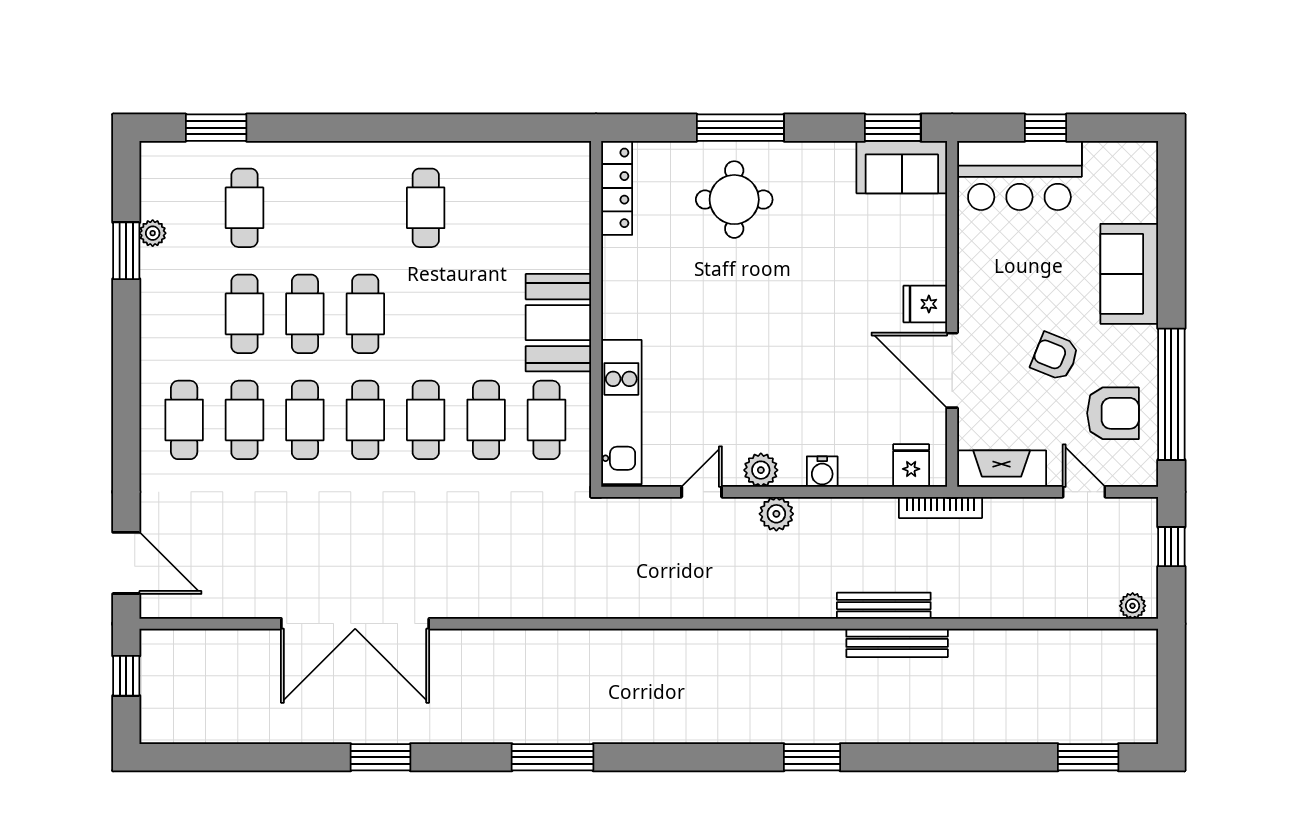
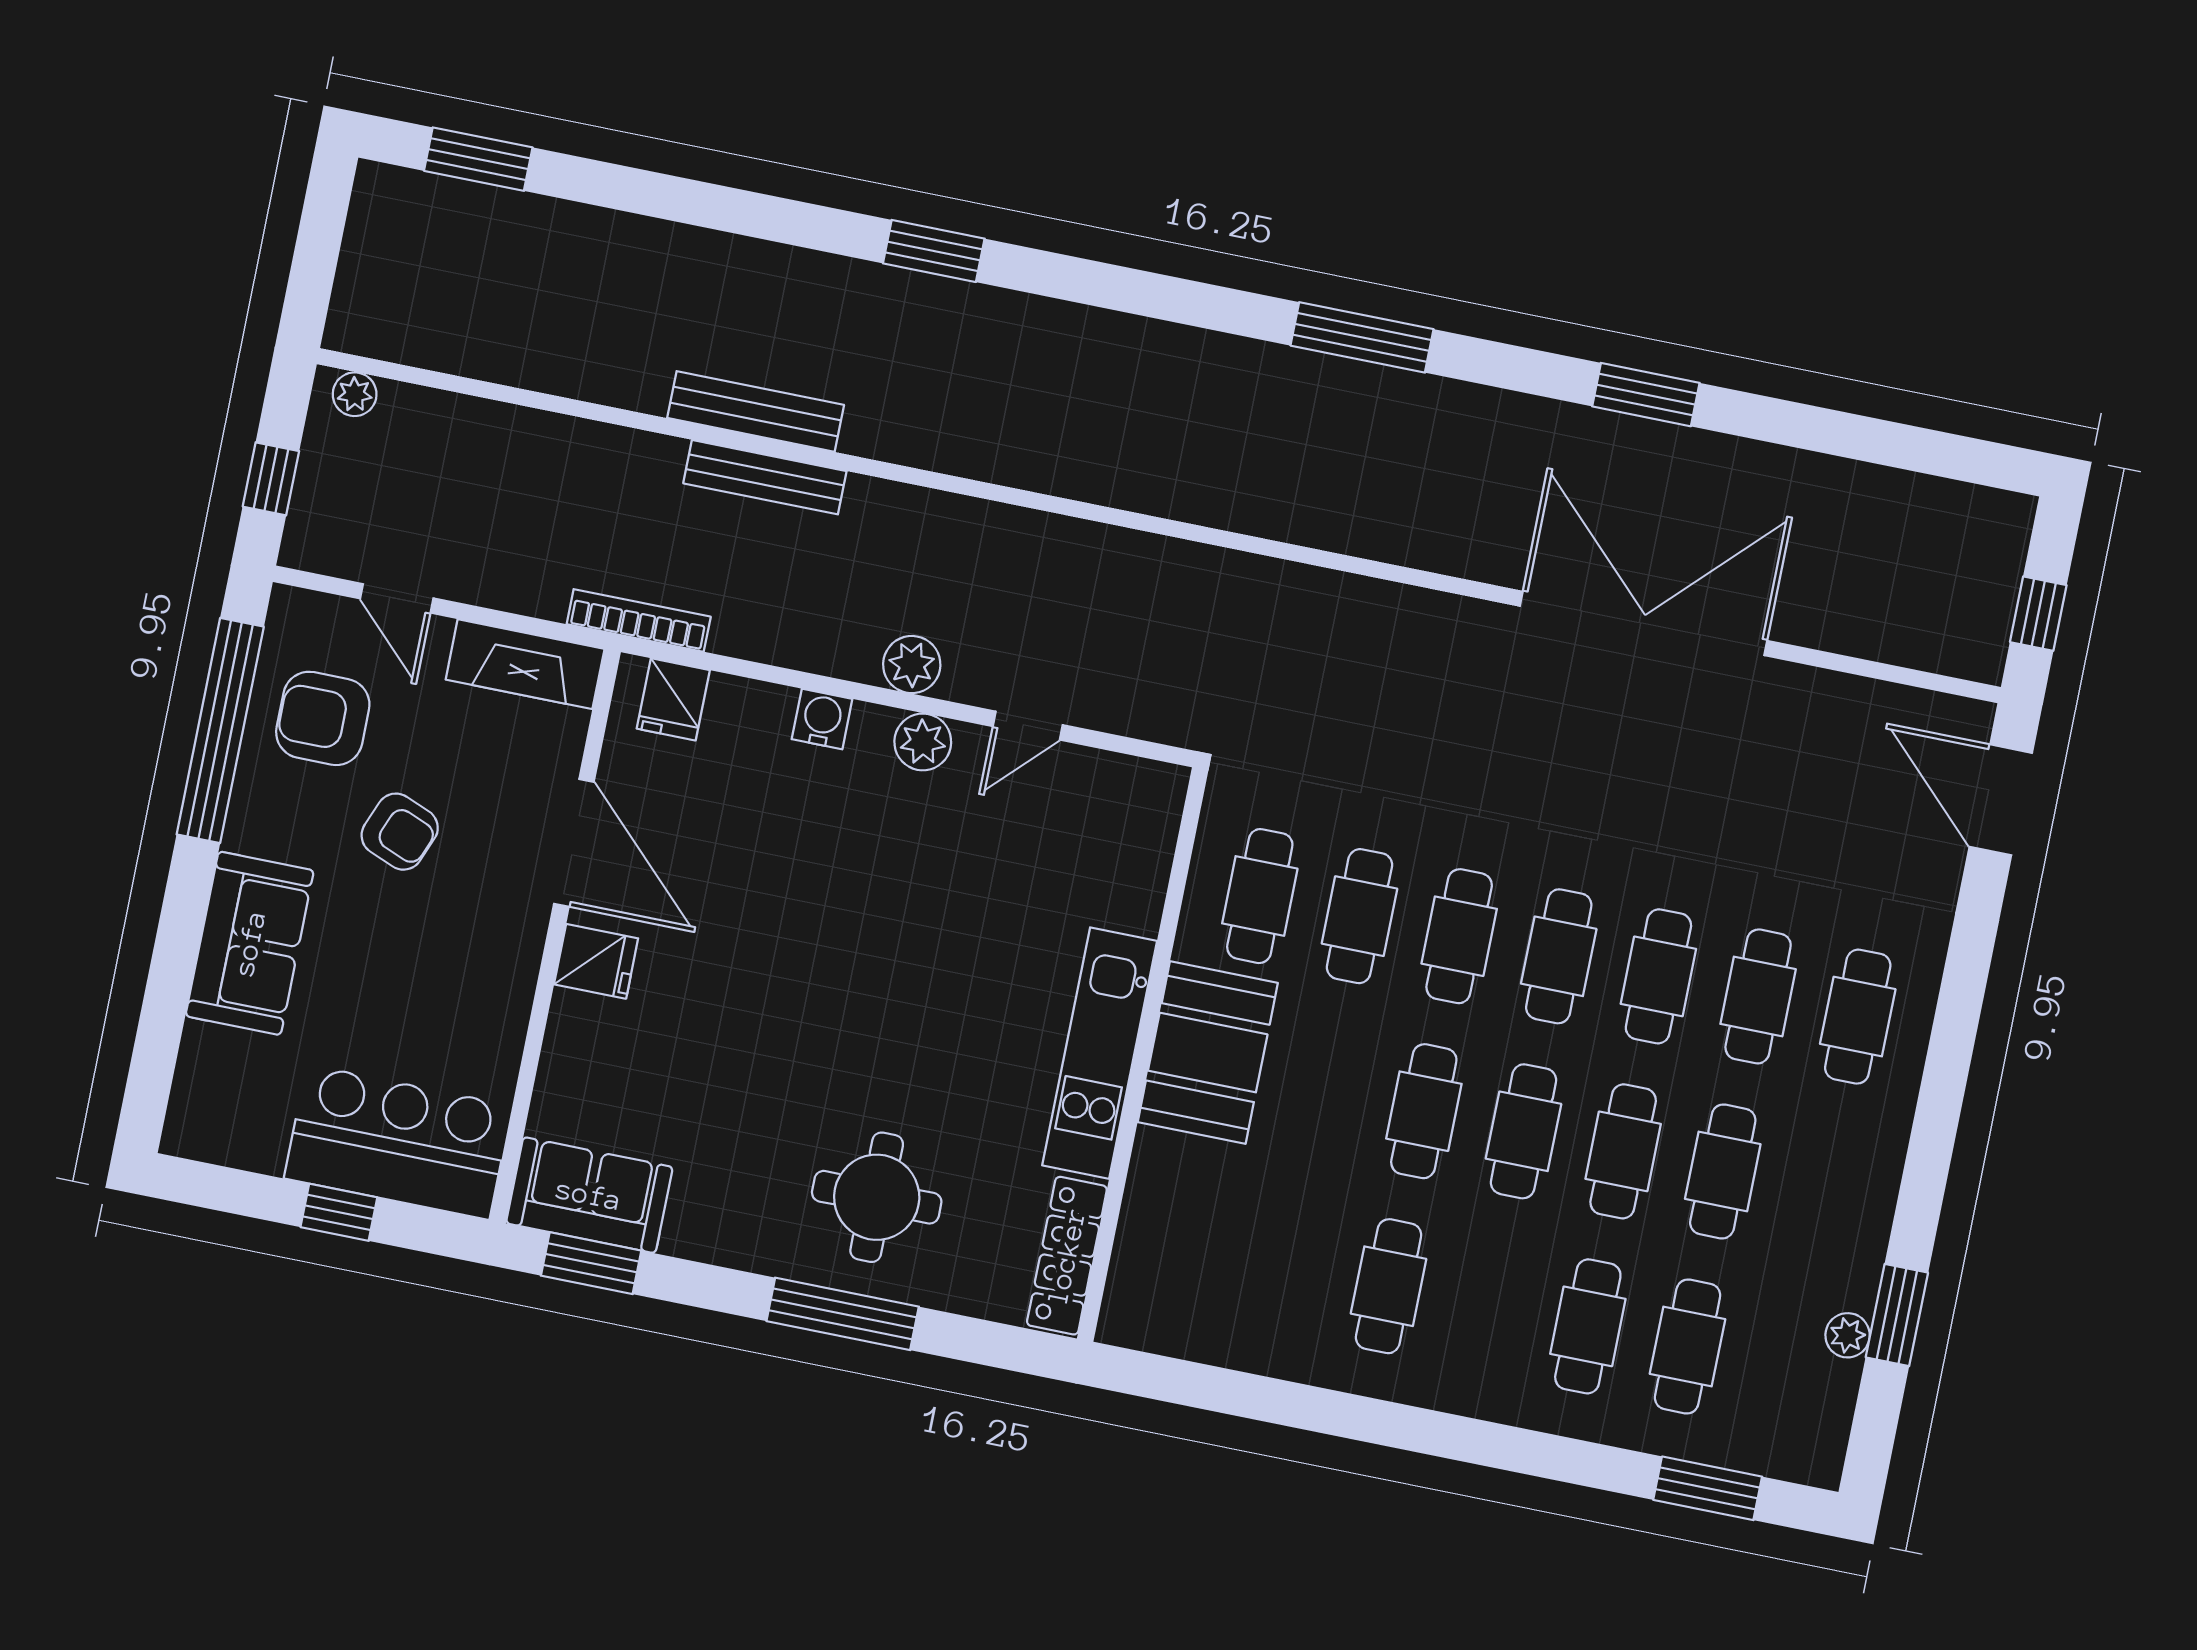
cafe table: (305, 208) -> (1588, 1326), added
cafe table: (426, 314) -> (1424, 1111), added
kitchen unit: (621, 412) -> (1100, 1053), moved

